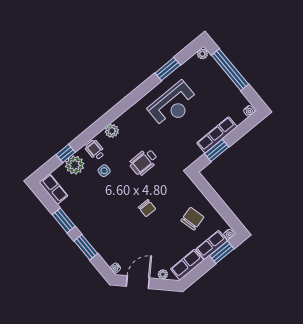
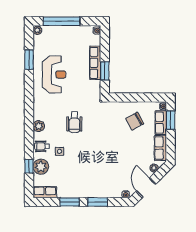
chair: (147, 208) -> (105, 144), removed
chair: (192, 219) -> (135, 121), turned -105

